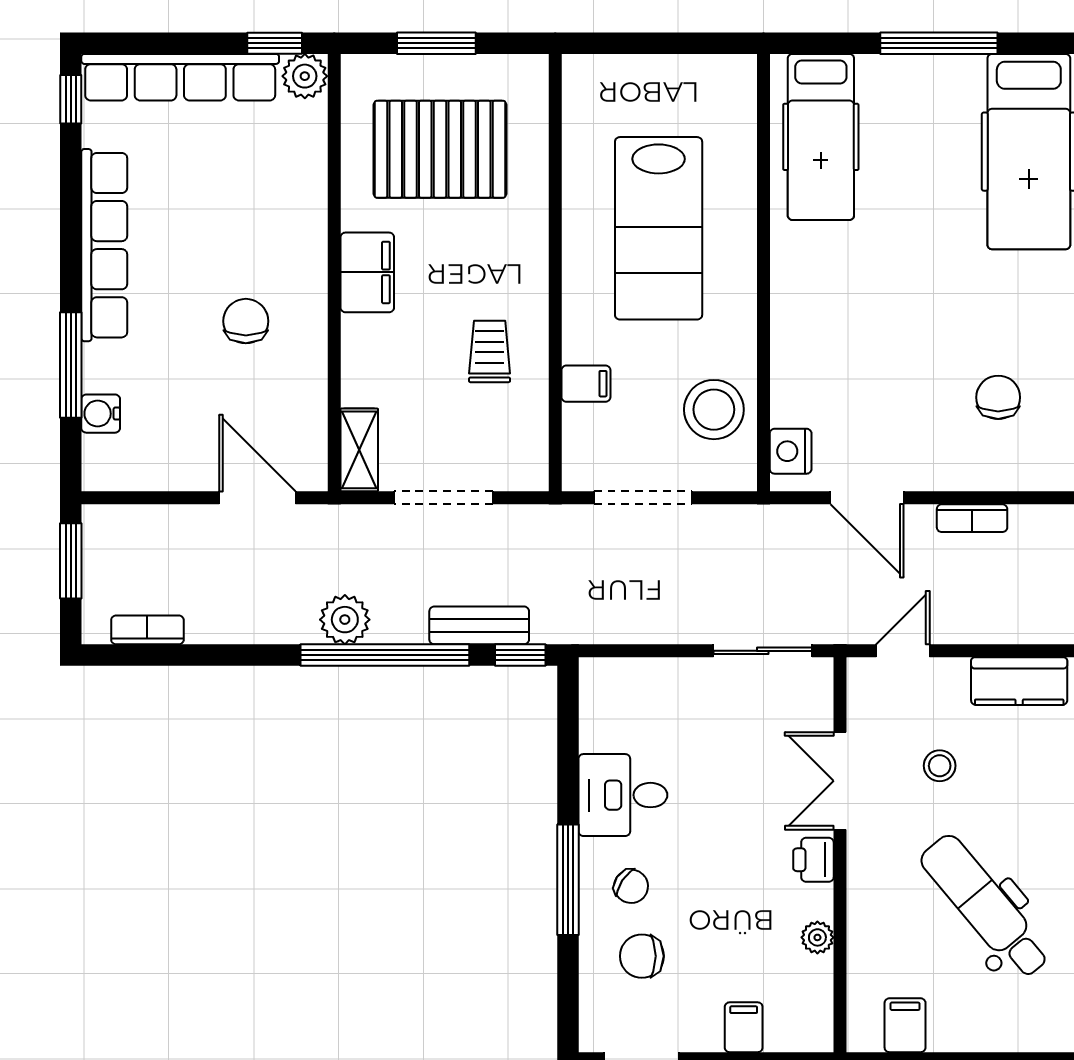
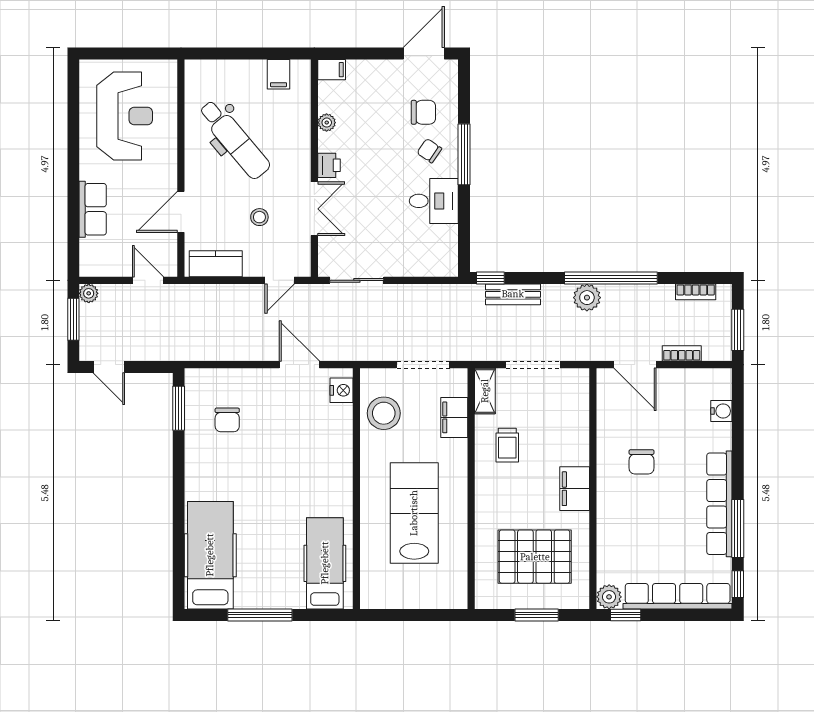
window: (71, 365) -> (738, 529), moved
filing cabinet: (586, 384) -> (454, 417), width x2.00
shelving: (359, 450) -> (485, 391), moved
bookcase: (972, 518) -> (682, 353), moved
window: (385, 655) -> (611, 278), moved
filing cabinet: (744, 1027) -> (332, 70), moved, turned -90

